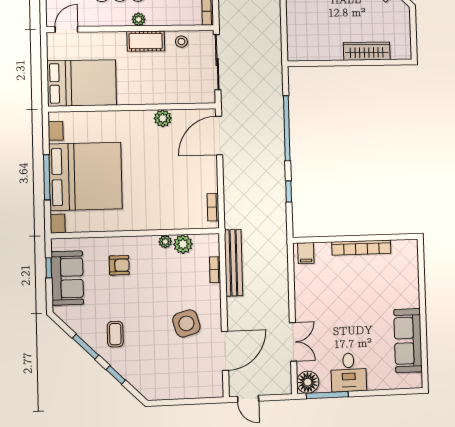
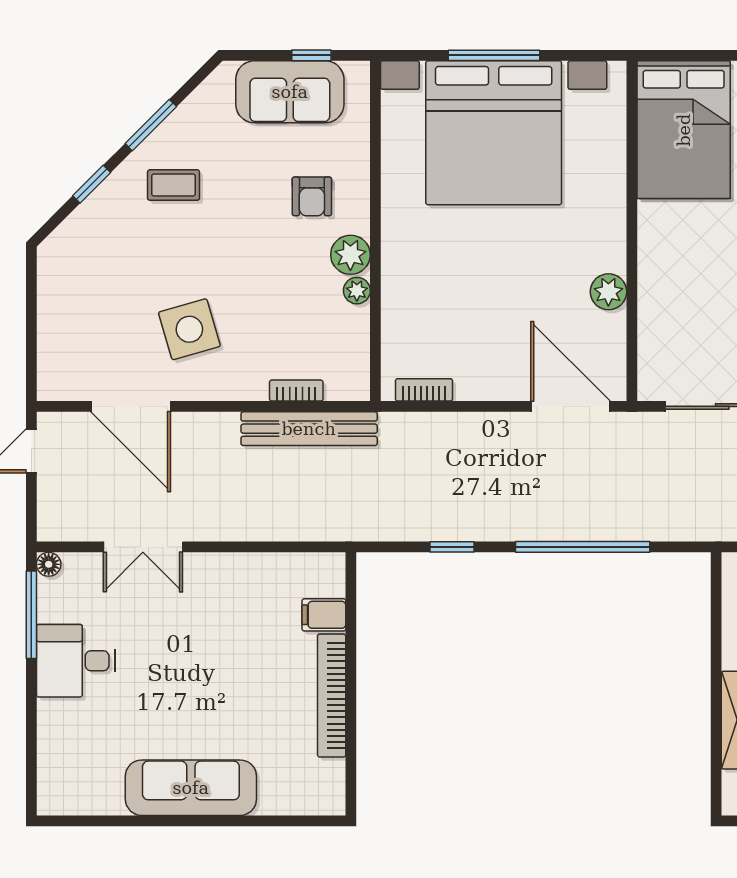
plant: (183, 244) -> (350, 255), moved
filing cabinet: (306, 253) -> (324, 615), moved
sofa: (408, 341) -> (191, 788), moved
floor lamp: (308, 382) -> (49, 564), width x0.53, depth x0.53

